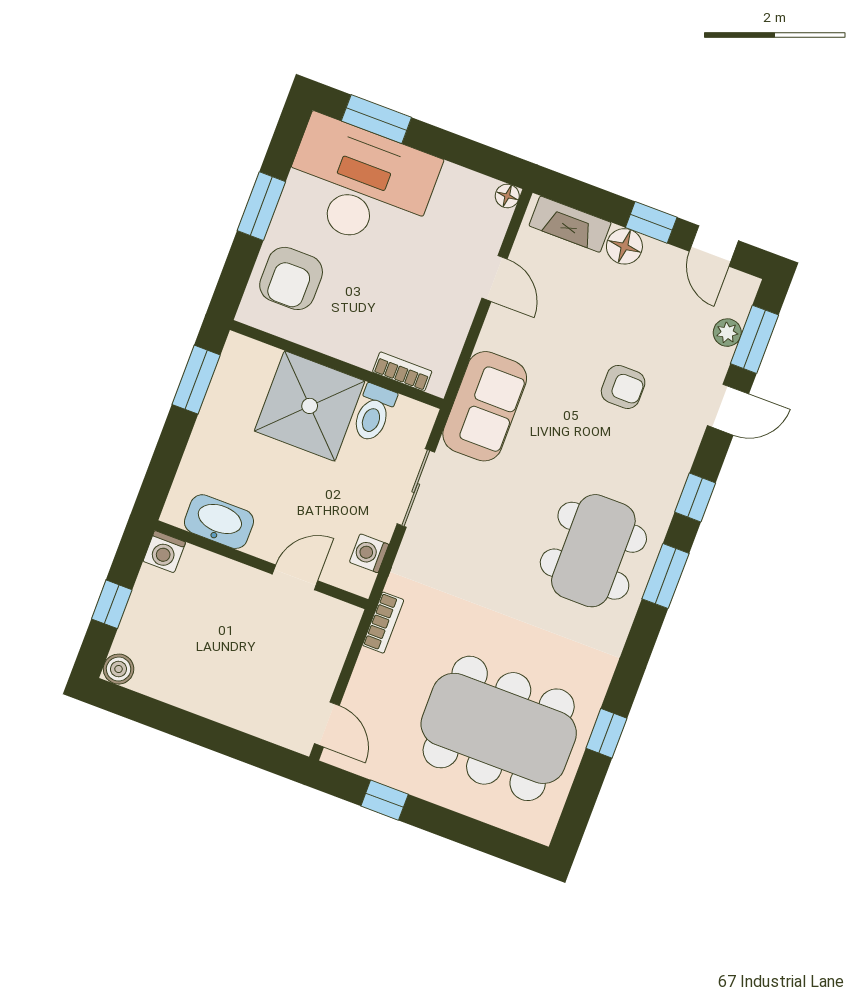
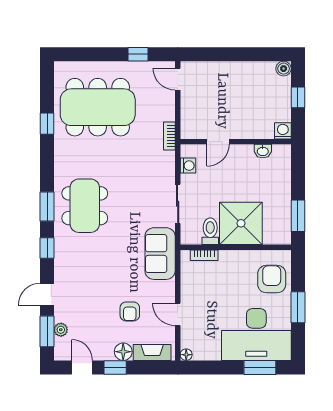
armchair: (623, 387) -> (130, 311), moved, turned -90
washbasin: (219, 522) -> (263, 151), width x0.52, depth x0.69

